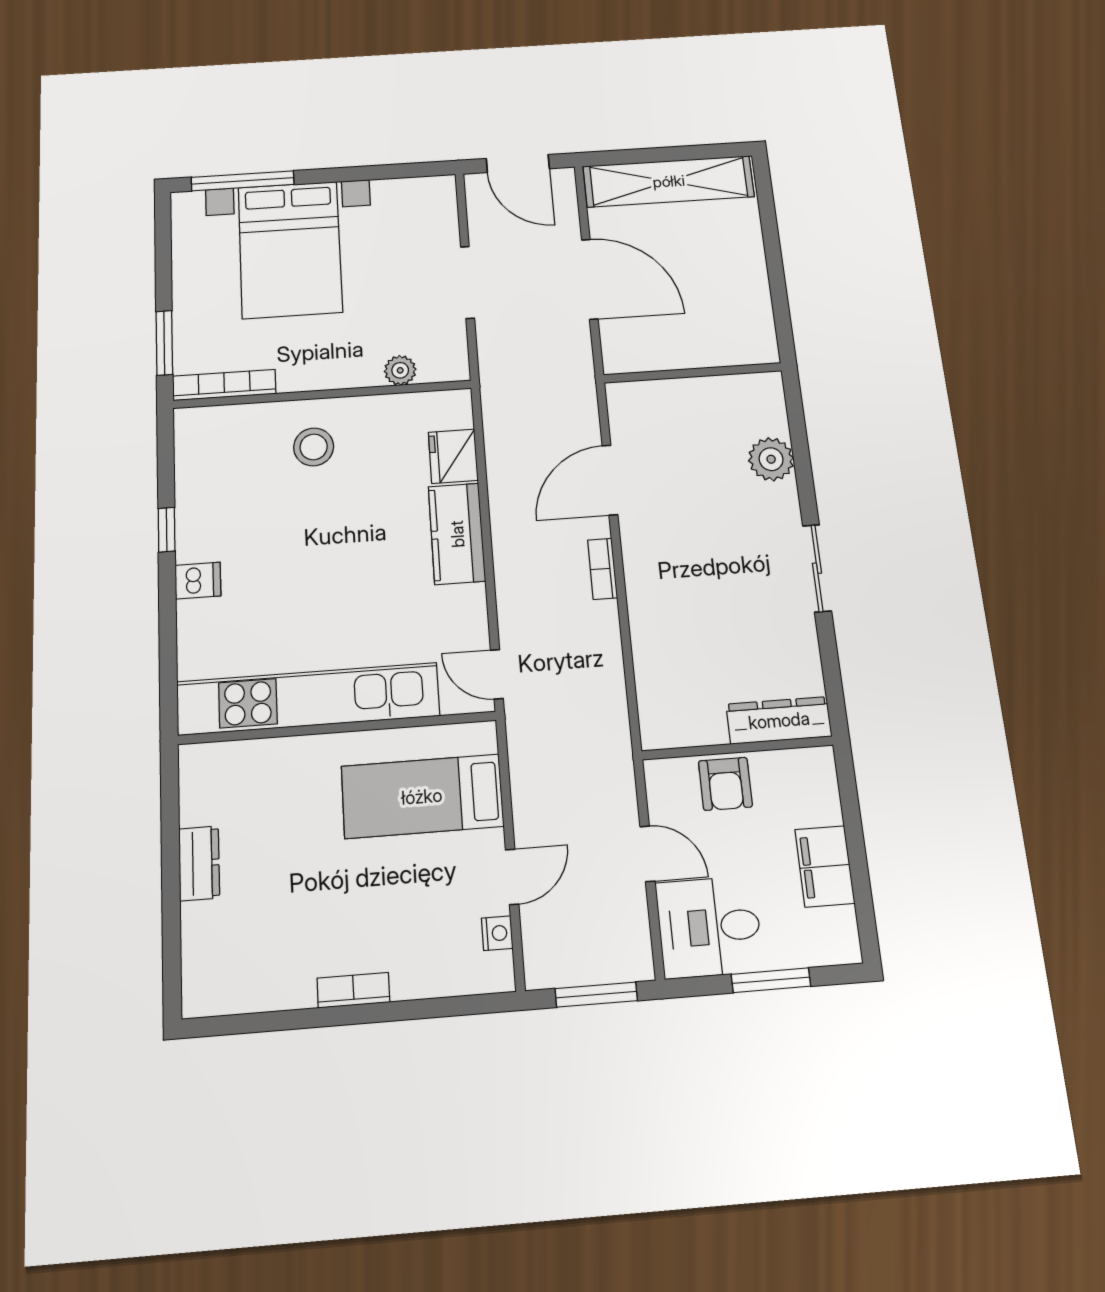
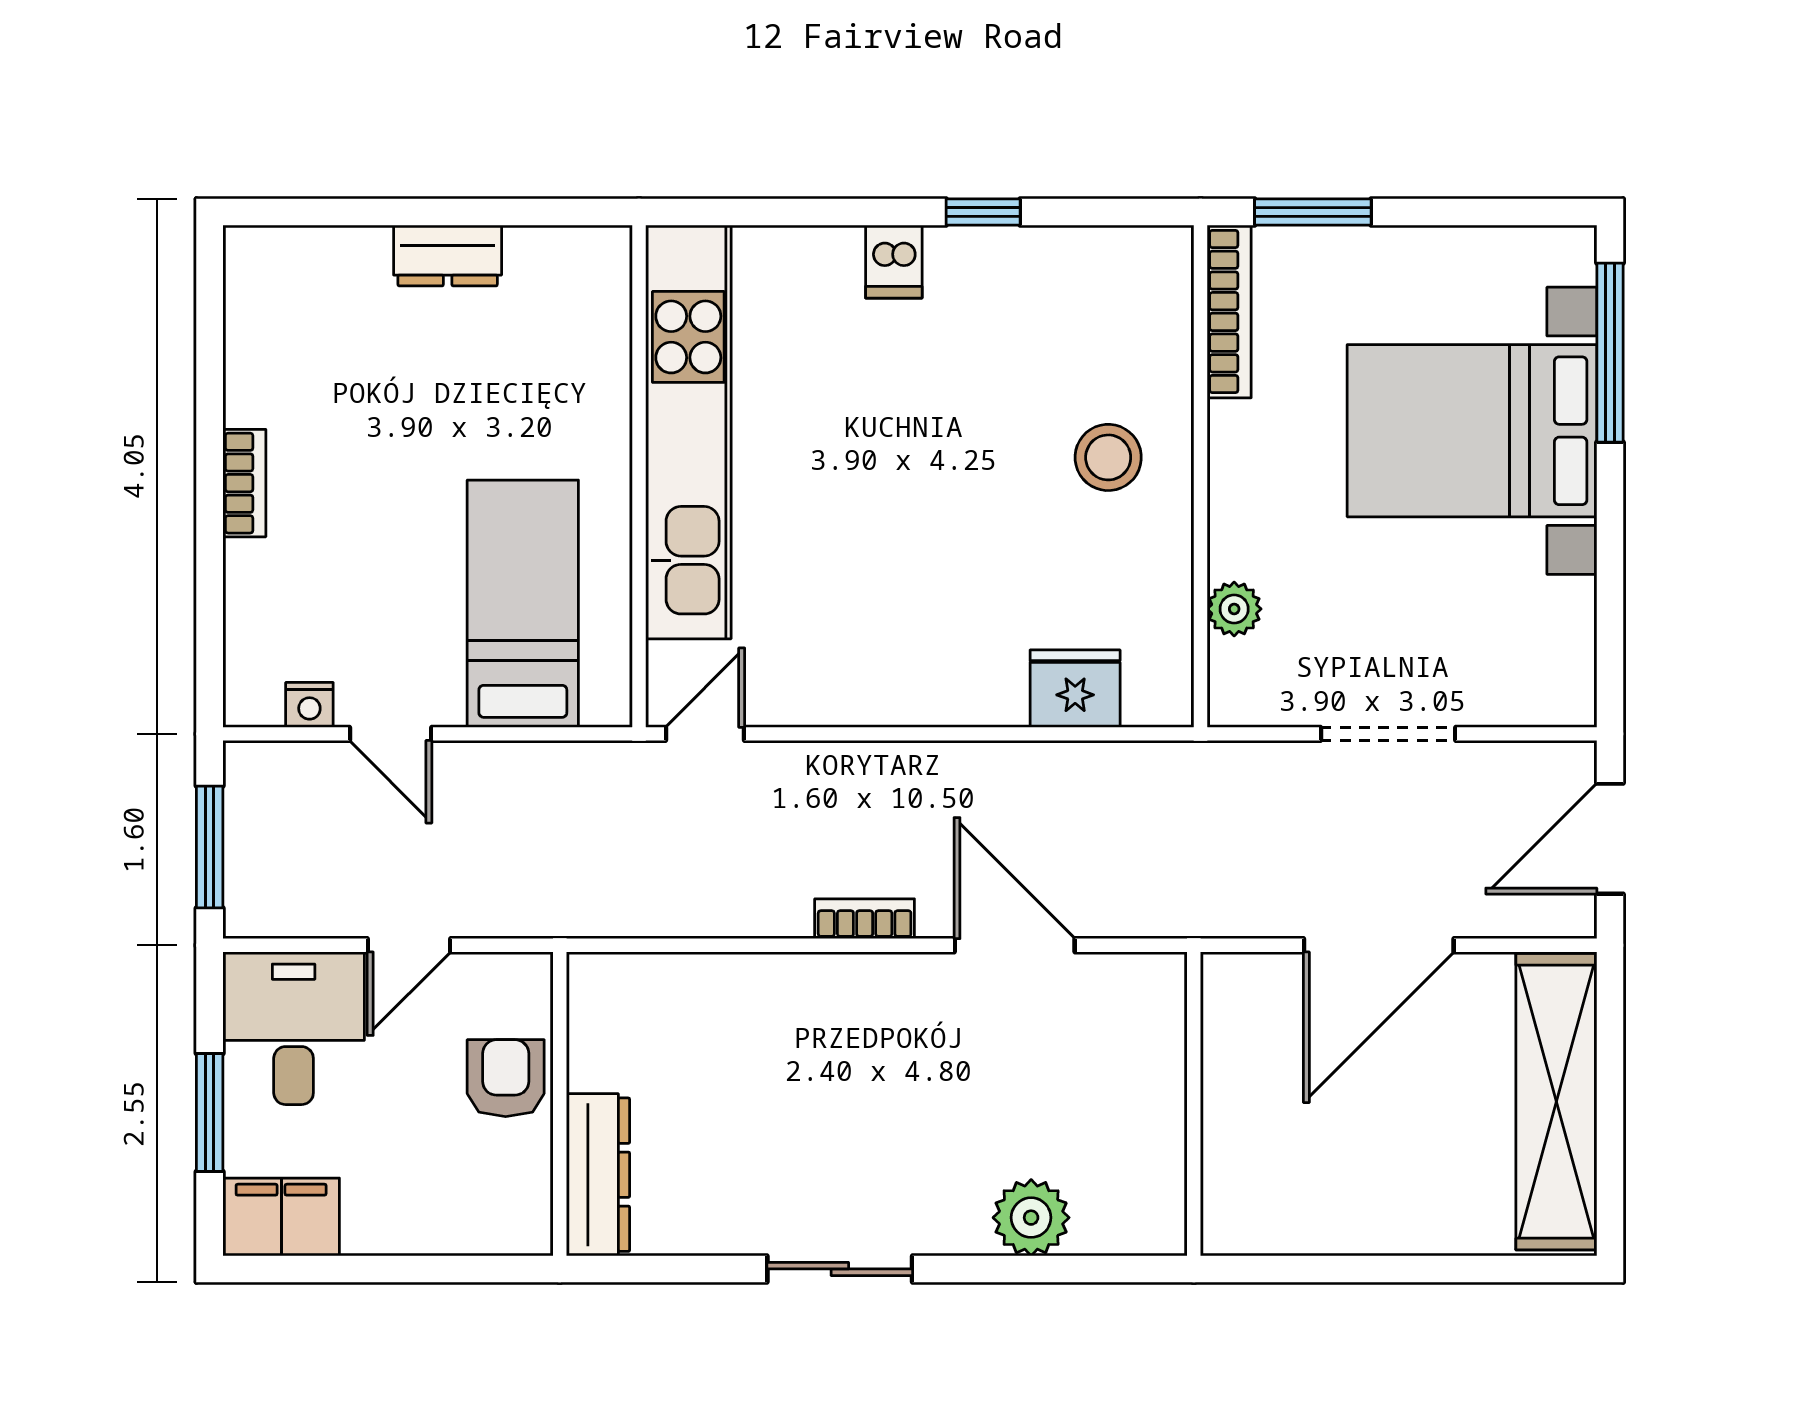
kitchen counter: (457, 534) -> (941, 686), removed
armchair: (725, 784) -> (506, 1078), turned 90
filing cabinet: (825, 866) -> (281, 1217), moved

